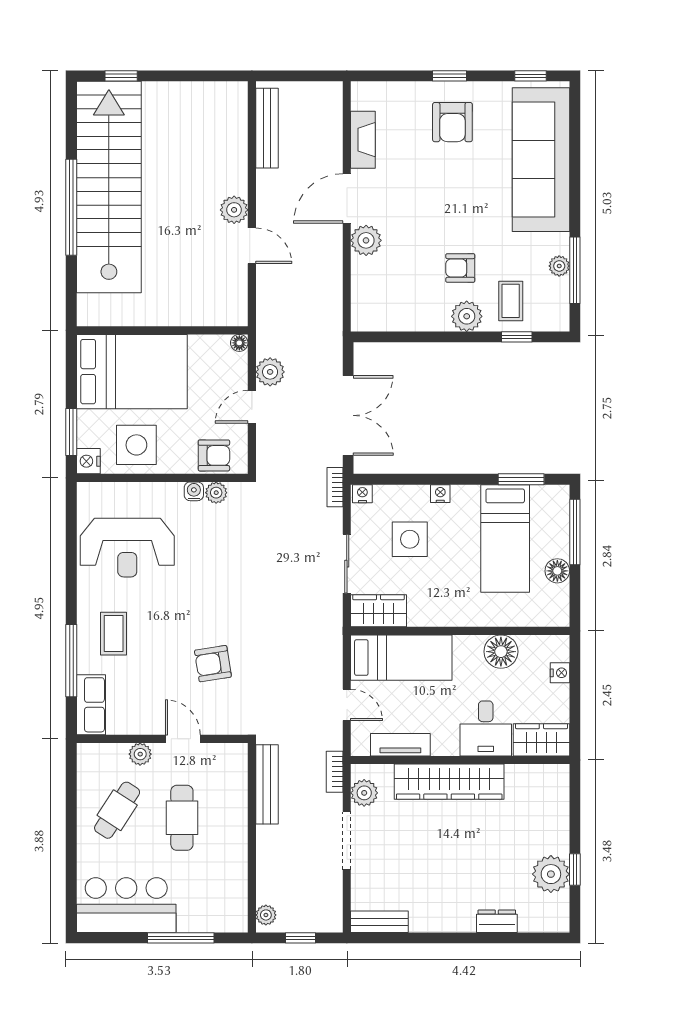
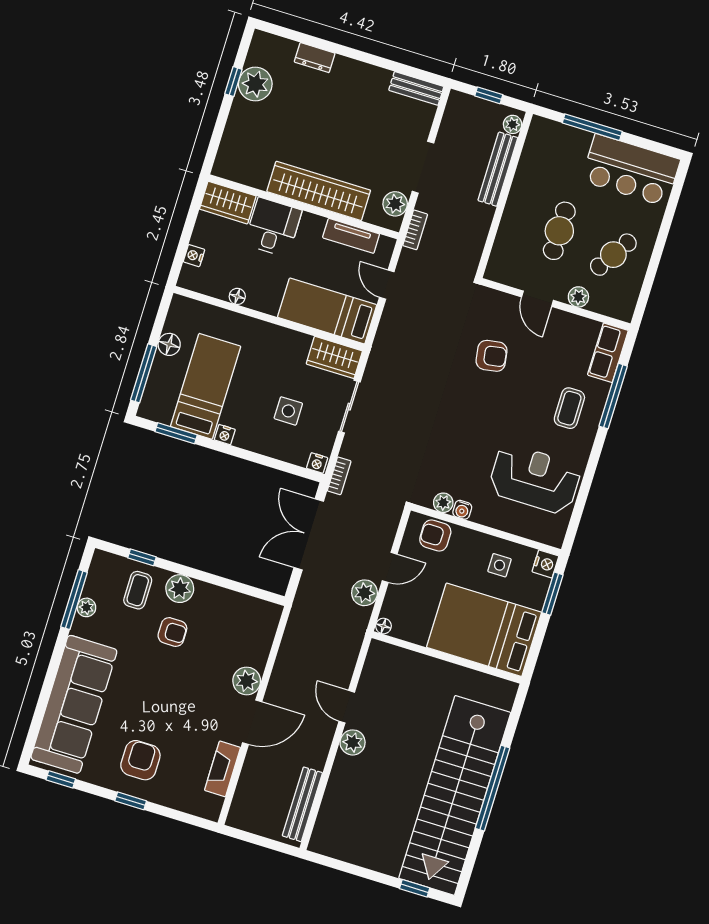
side table: (136, 445) -> (499, 565), width x0.54, depth x0.54
nightstand: (440, 494) -> (225, 435), moved
side table: (410, 539) -> (288, 411), width x0.73, depth x0.73
floor lamp: (501, 652) -> (237, 296), width x0.53, depth x0.53
bench: (267, 784) -> (498, 169), moved

